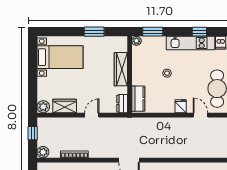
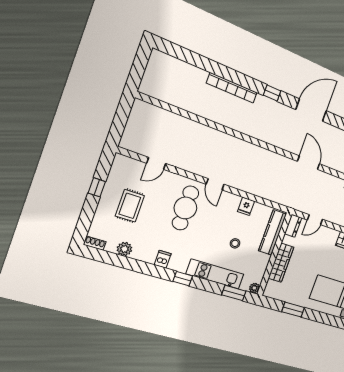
kitchen unit: (191, 43) -> (215, 274), moved
kitchen counter: (138, 99) -> (272, 232), width x1.50
fridge: (181, 106) -> (246, 206), moved
door: (92, 115) -> (315, 220), moved

